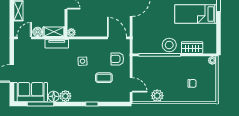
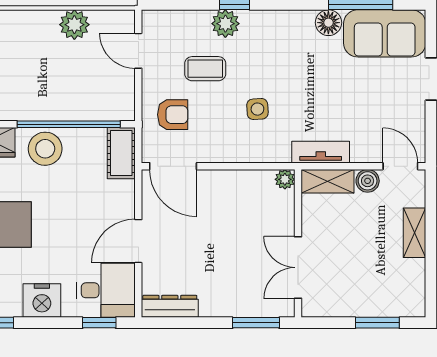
door: (24, 38) -> (400, 166), swing flipped
cot: (138, 43) -> (121, 153), added
plant: (65, 96) -> (225, 24), moved

